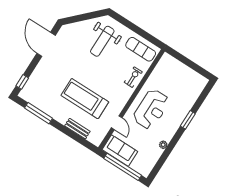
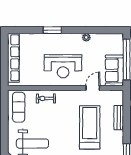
row of seats: (185, 72) -> (13, 58), added
treadmill: (85, 99) -> (90, 127), turned 180
reception desk: (151, 109) -> (63, 66), turned 180

